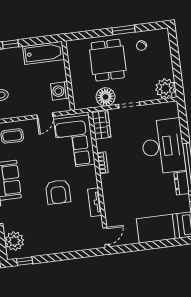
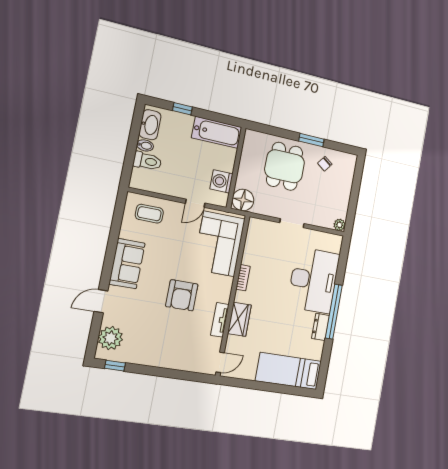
plant: (166, 88) -> (340, 225), width x0.53, depth x0.53
floor lamp: (106, 97) -> (243, 200), moved
wardrobe: (101, 125) -> (239, 319), moved

